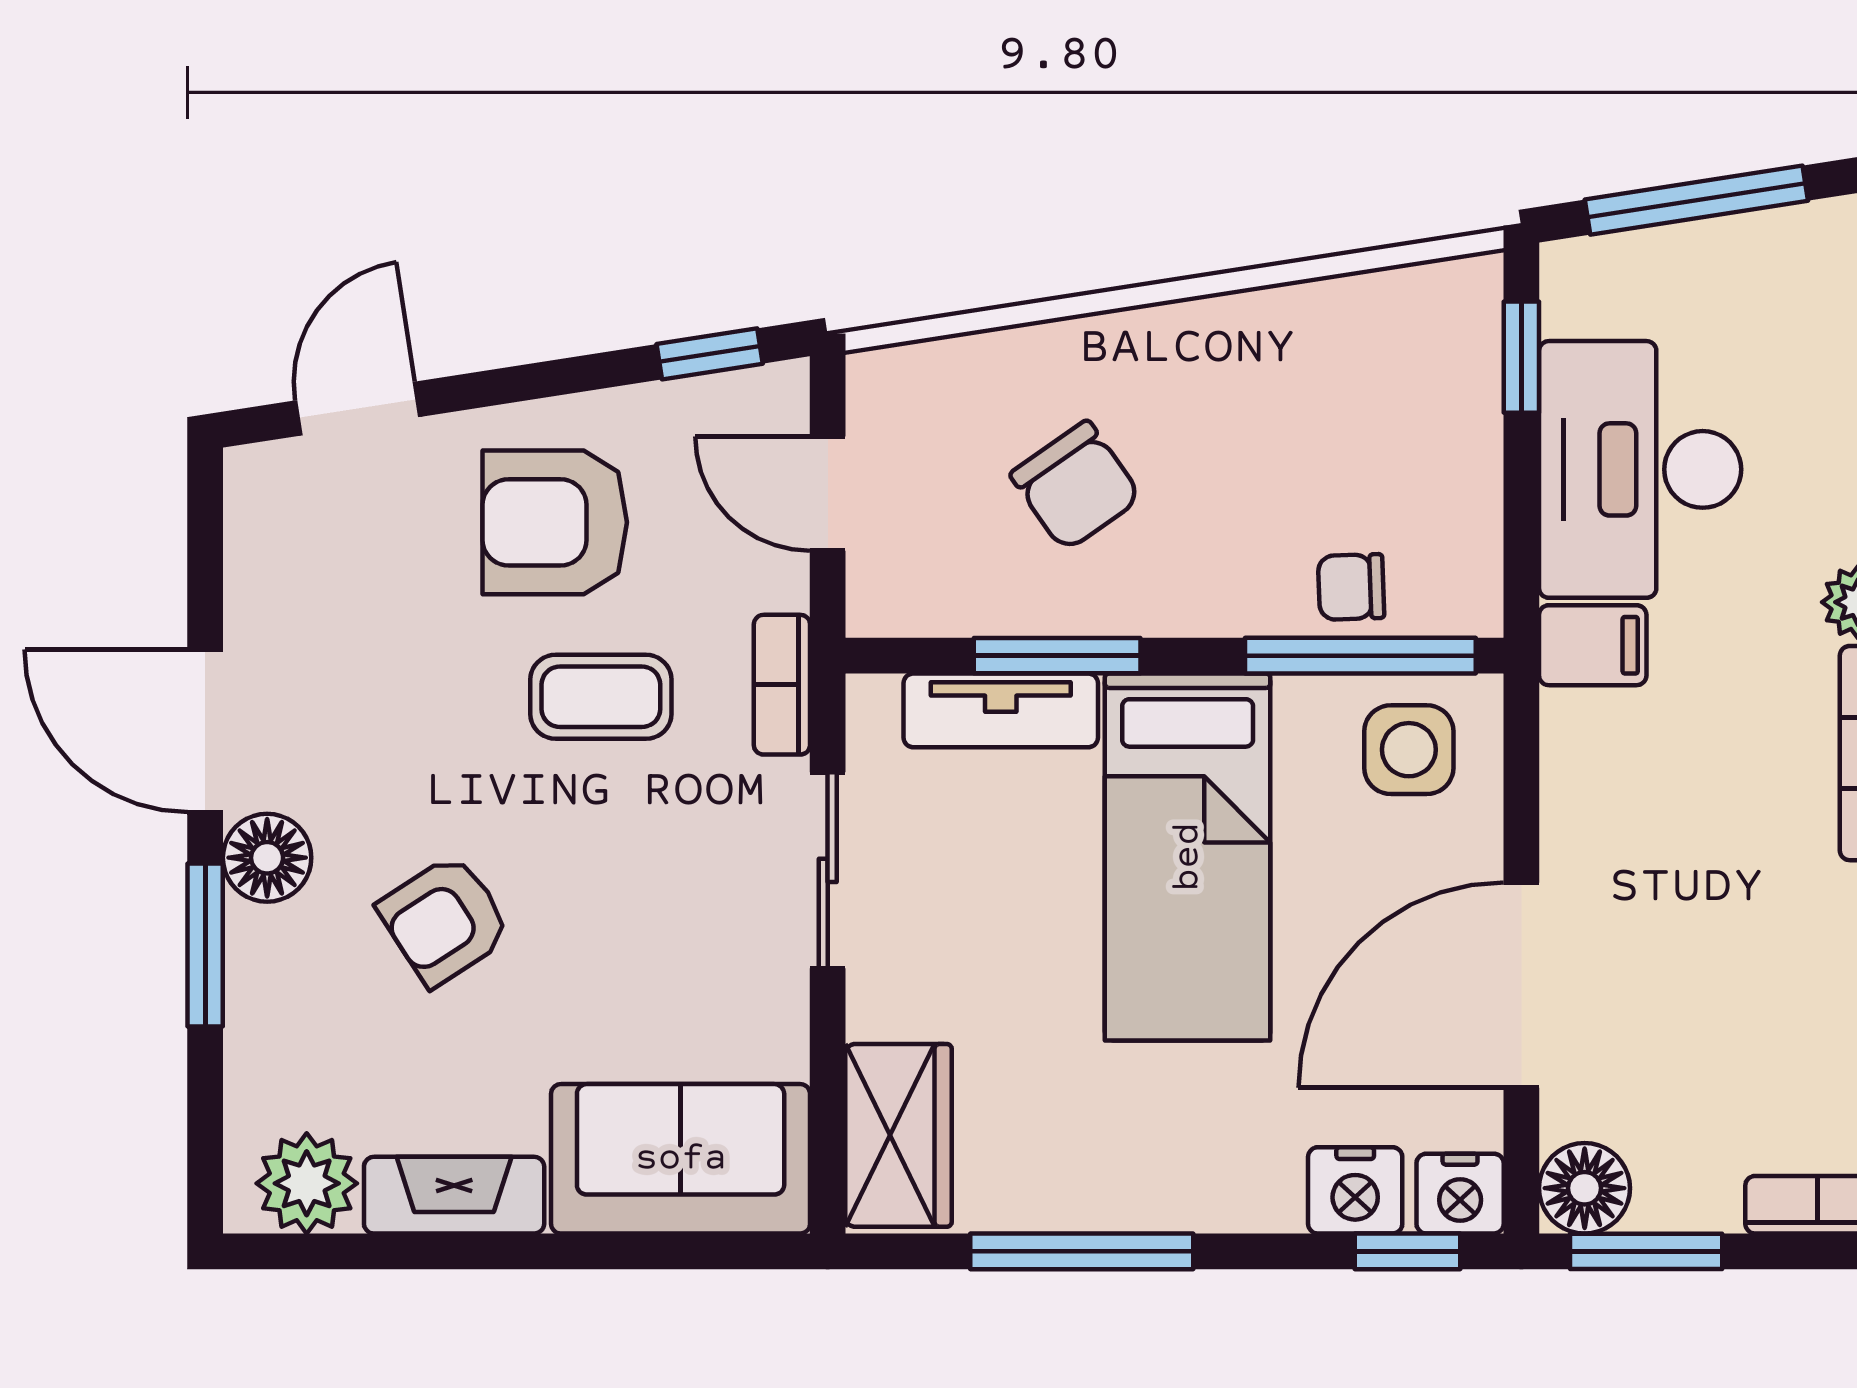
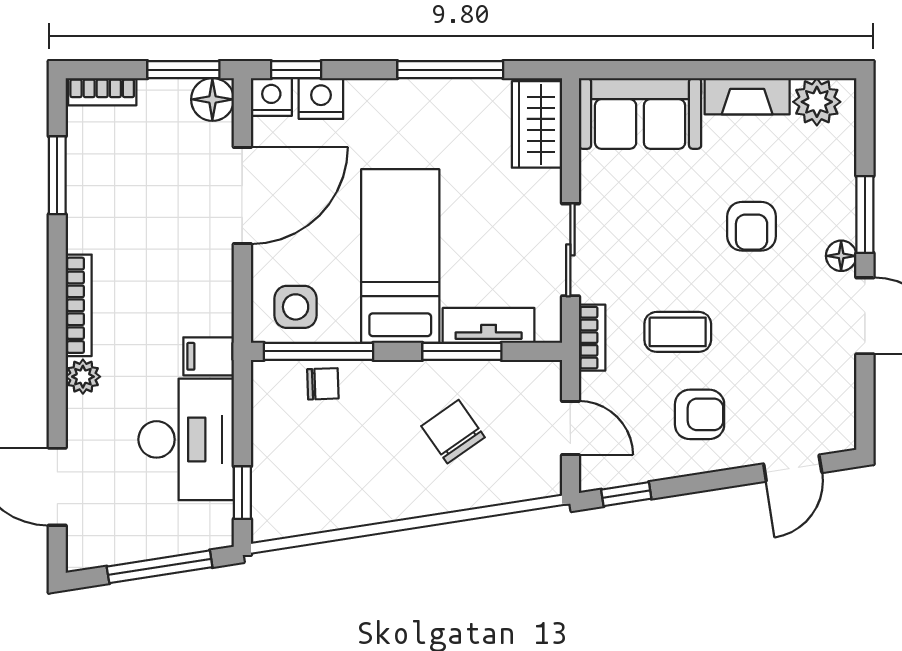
armchair: (555, 522) -> (700, 414), width x0.72, depth x0.72
floor lamp: (267, 858) -> (841, 256), width x0.73, depth x0.73
armchair: (445, 920) -> (752, 226), turned 123

